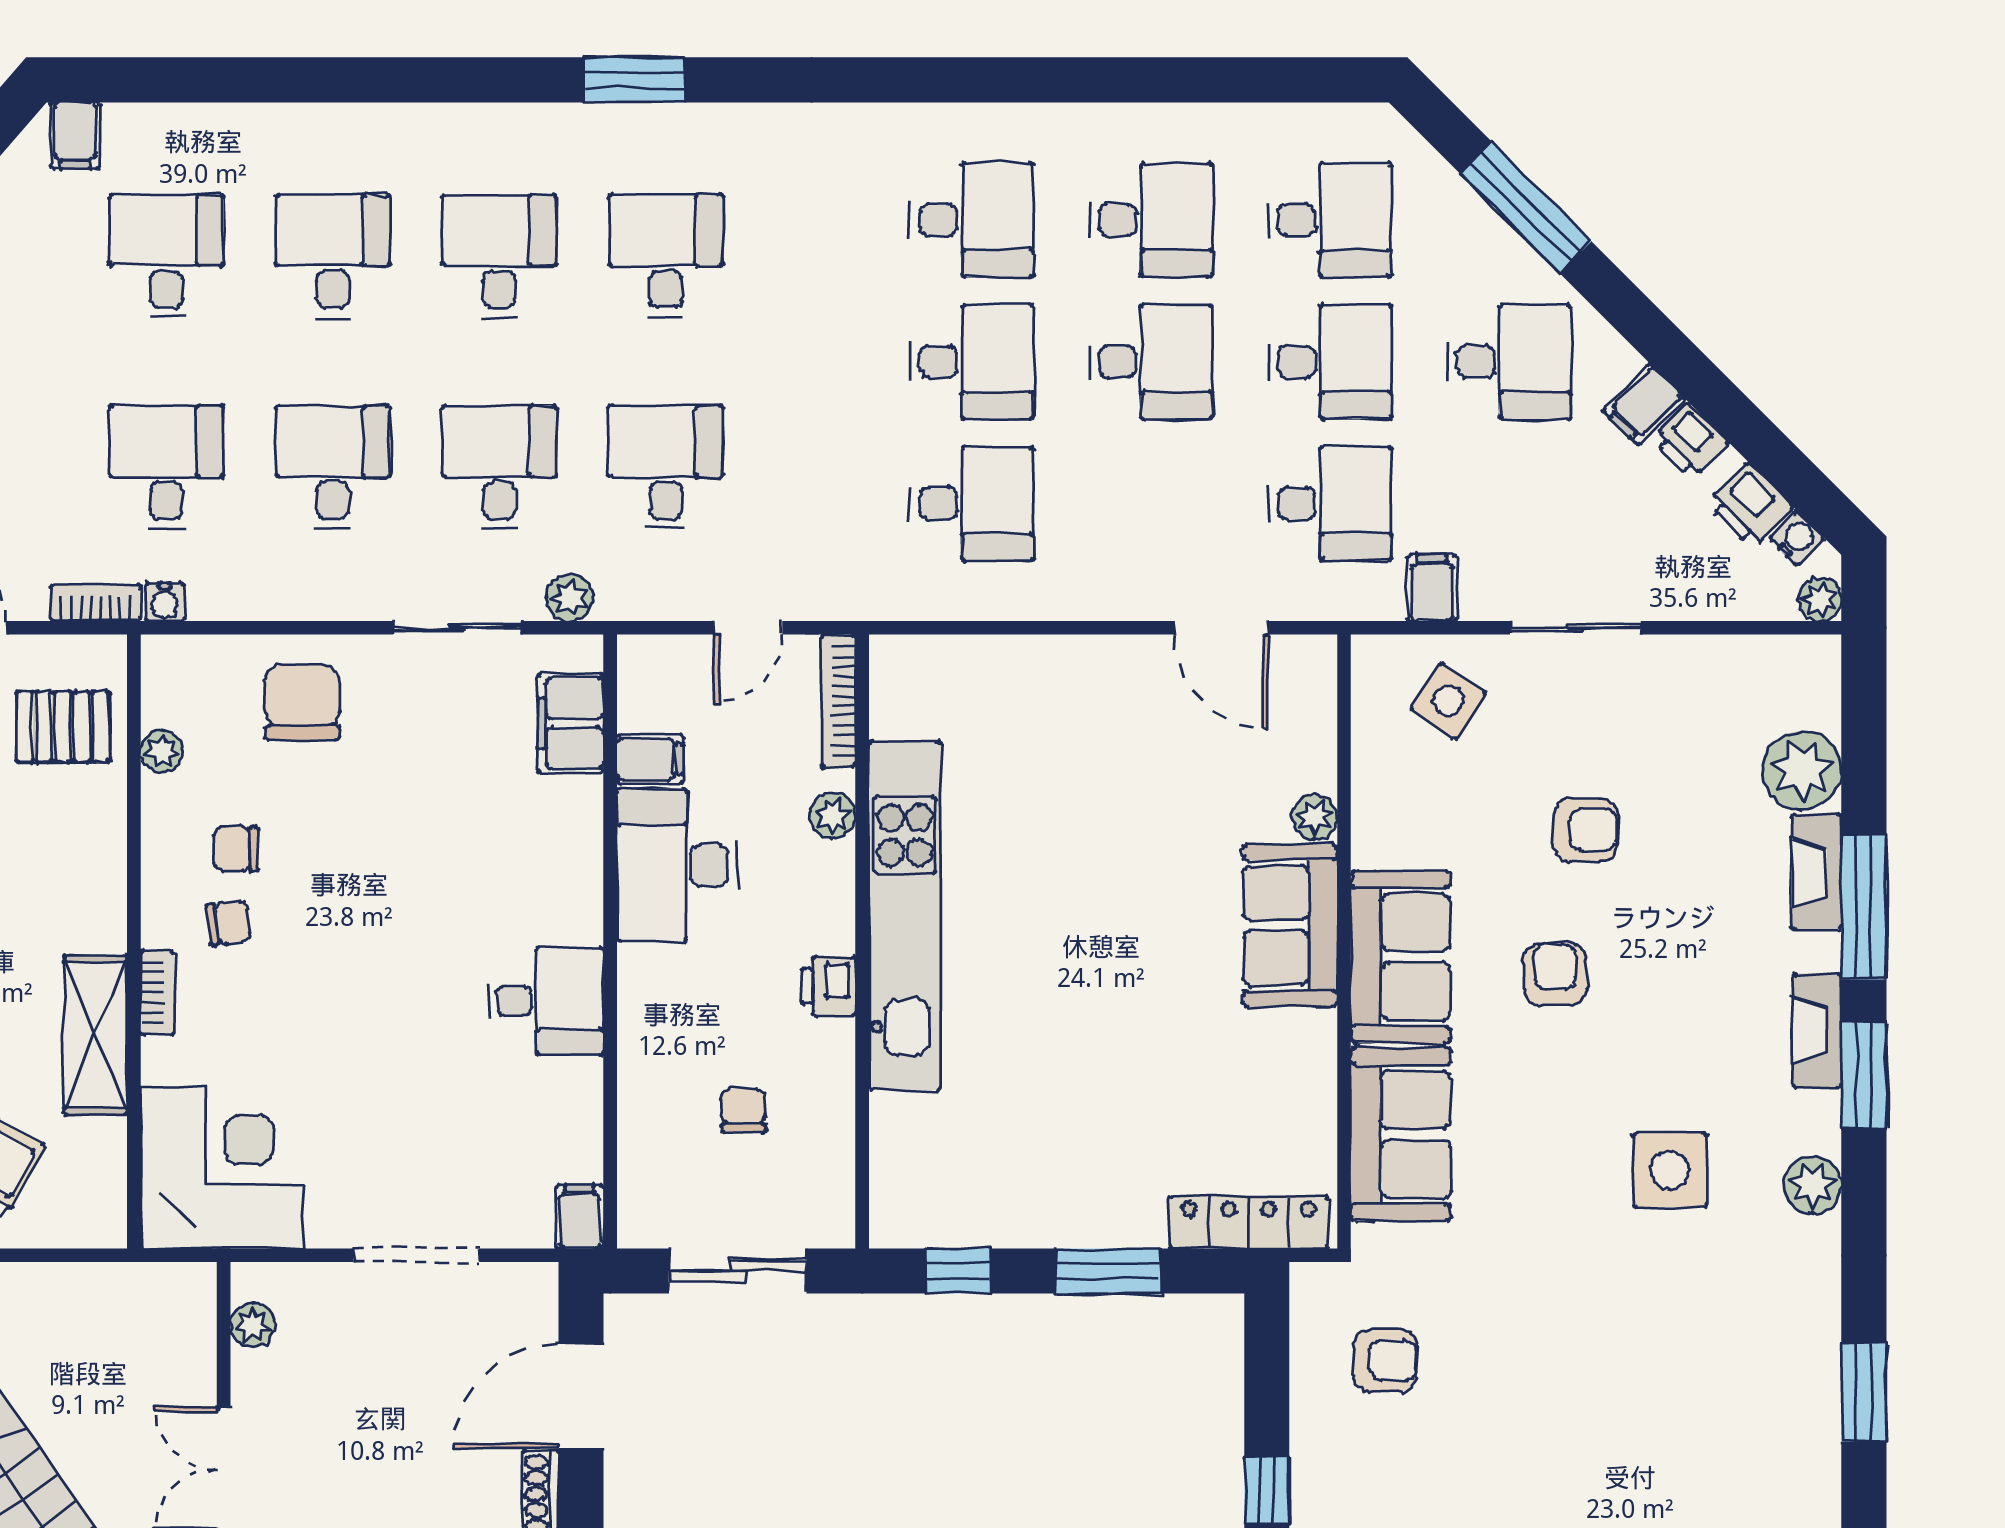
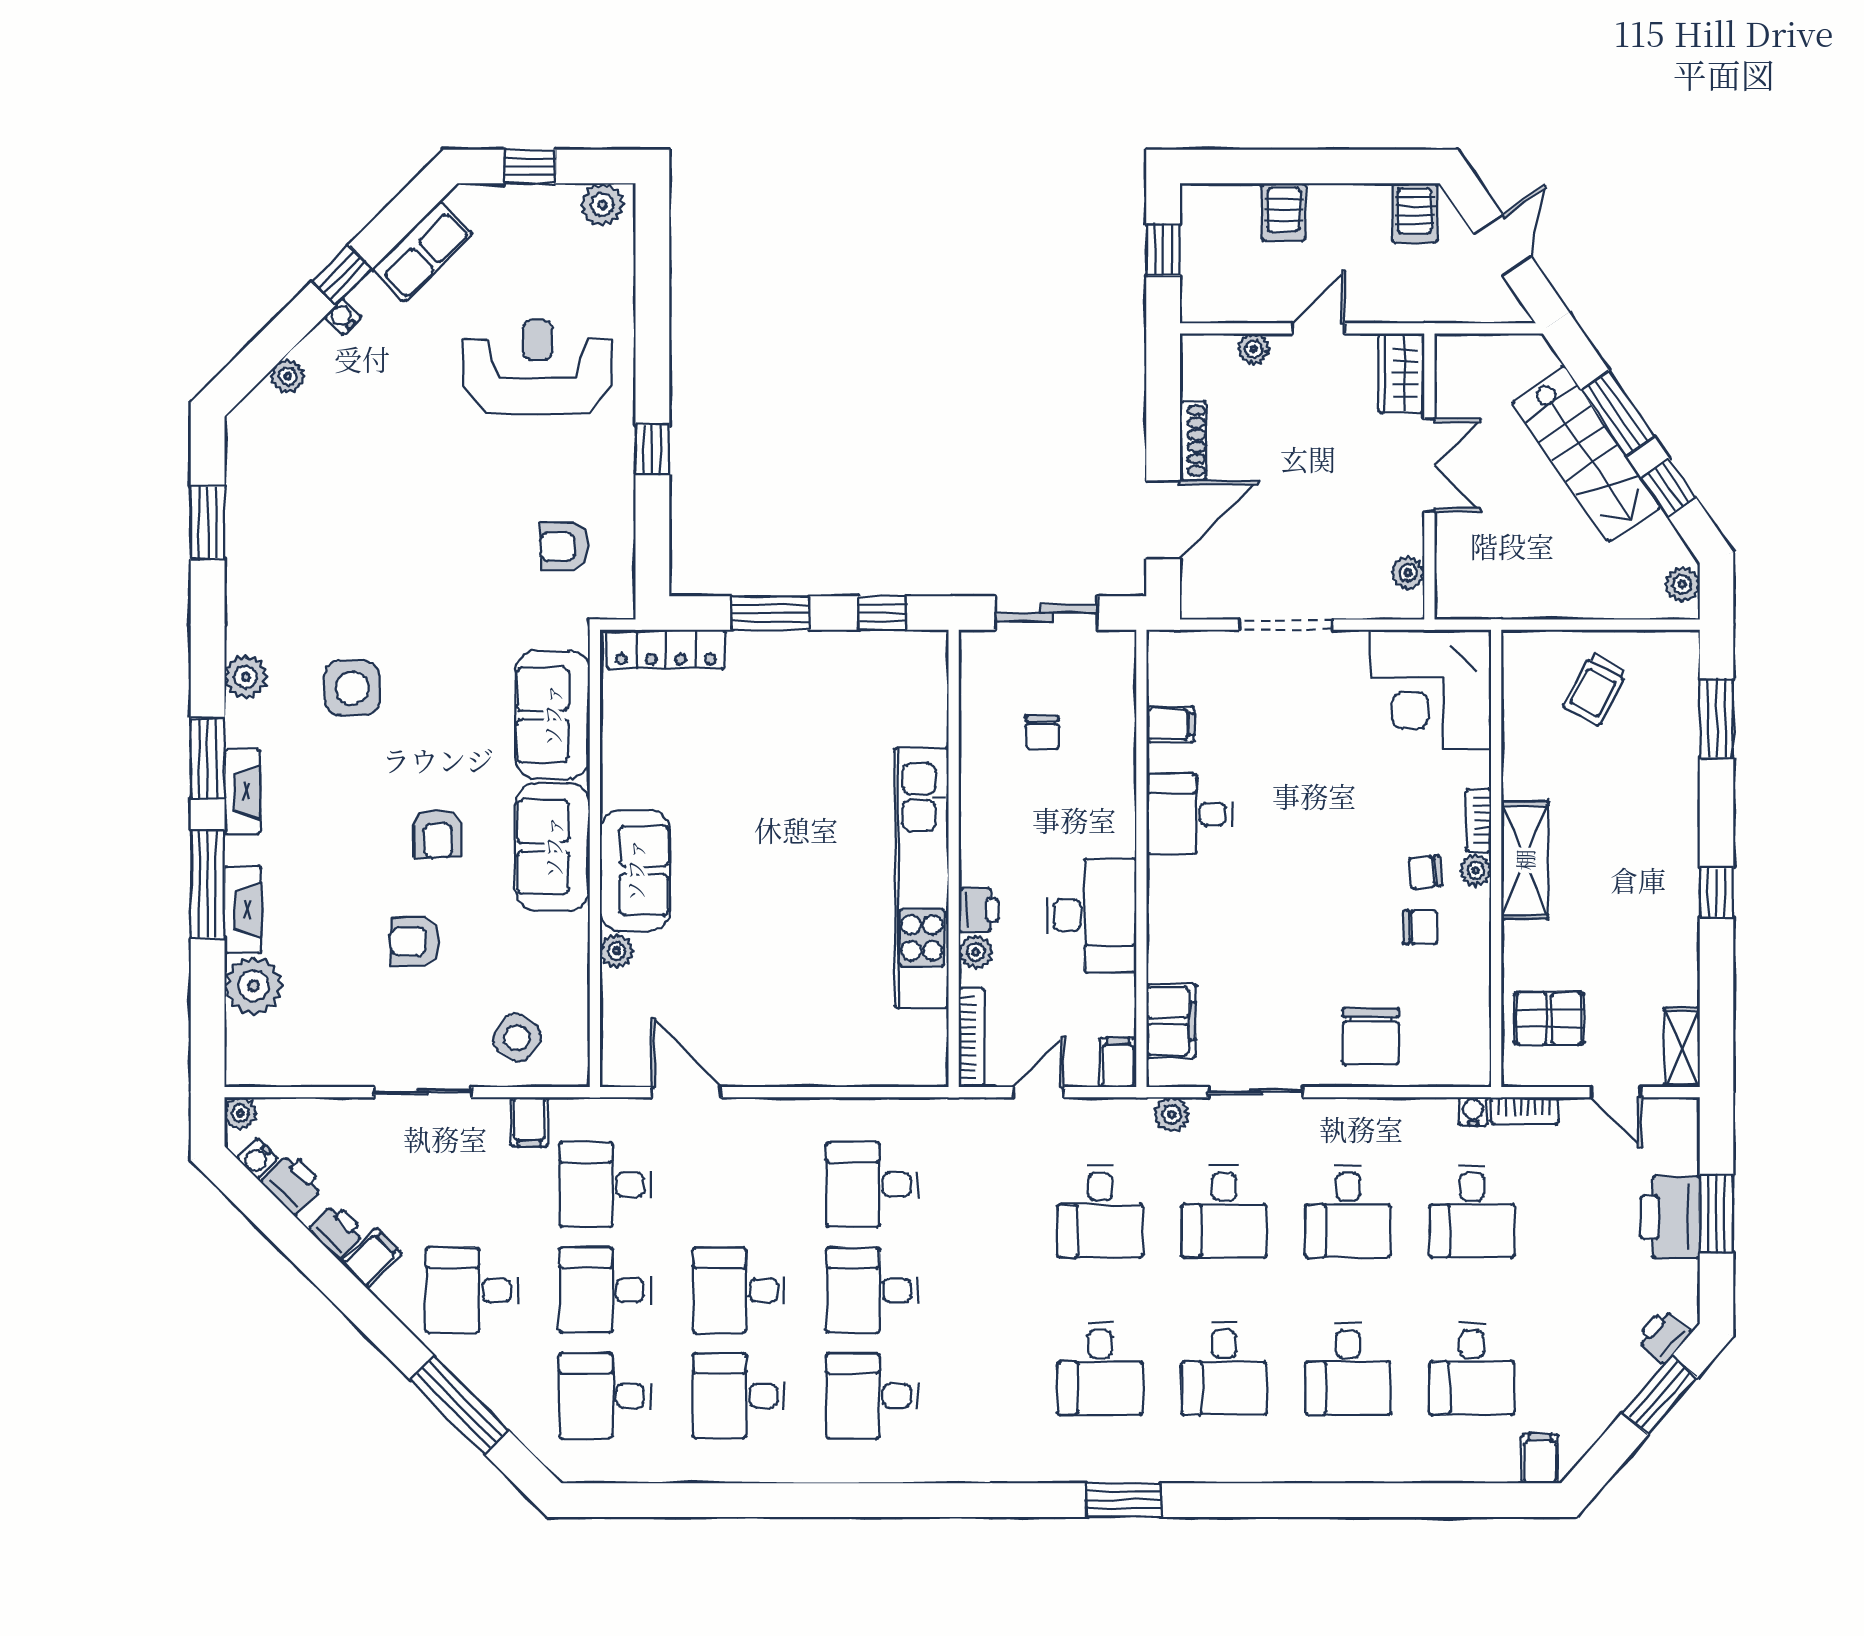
plant: (162, 751) -> (1476, 870), moved
filing cabinet: (650, 759) -> (1118, 1062), moved, turned 90
printer: (829, 986) -> (979, 910), moved
shelving: (96, 1035) -> (1525, 860), moved
filing cabinet: (579, 1217) -> (1170, 724), moved, turned -90

